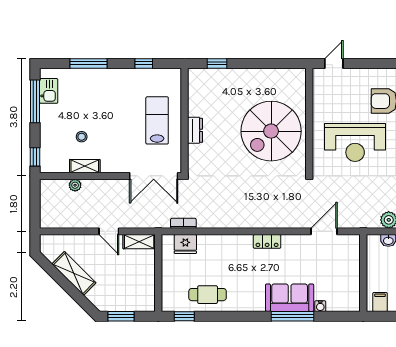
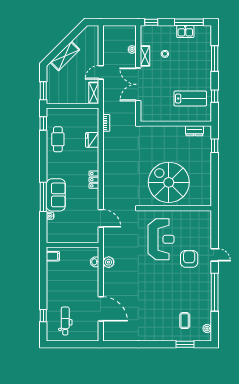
door: (334, 63) -> (215, 255), moved
kitchen sink: (49, 91) -> (185, 32), moved
lab bench: (157, 120) -> (190, 99), moved
dresser: (195, 130) -> (194, 131), moved
reception desk: (355, 142) -> (161, 239), turned 180
double door: (154, 176) -> (138, 84), moved
fridge: (185, 244) -> (92, 140), moved
shelving: (74, 273) -> (65, 56), moved
window: (121, 316) -> (43, 91), moved

